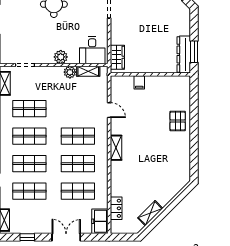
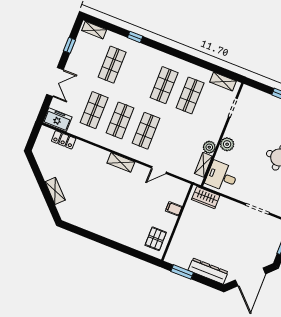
dresser: (184, 55) -> (208, 271), moved
pallet: (178, 121) -> (156, 239), moved, turned 90
shop shelf: (29, 164) -> (138, 75), removed
shelving: (150, 213) -> (55, 191), moved

